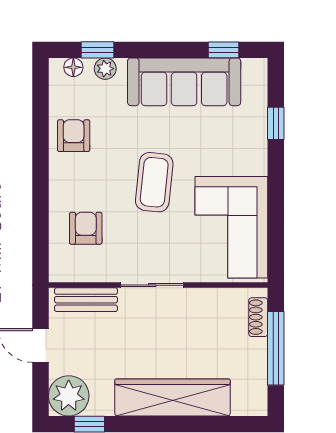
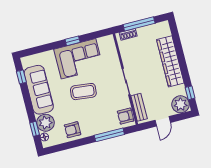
plant: (105, 69) -> (45, 123), width x1.88, depth x1.88
window: (276, 123) -> (73, 41), moved
window: (40, 216) -> (109, 135), added
corner sofa: (231, 227) -> (78, 59), moved
armchair: (86, 228) -> (126, 116), moved

